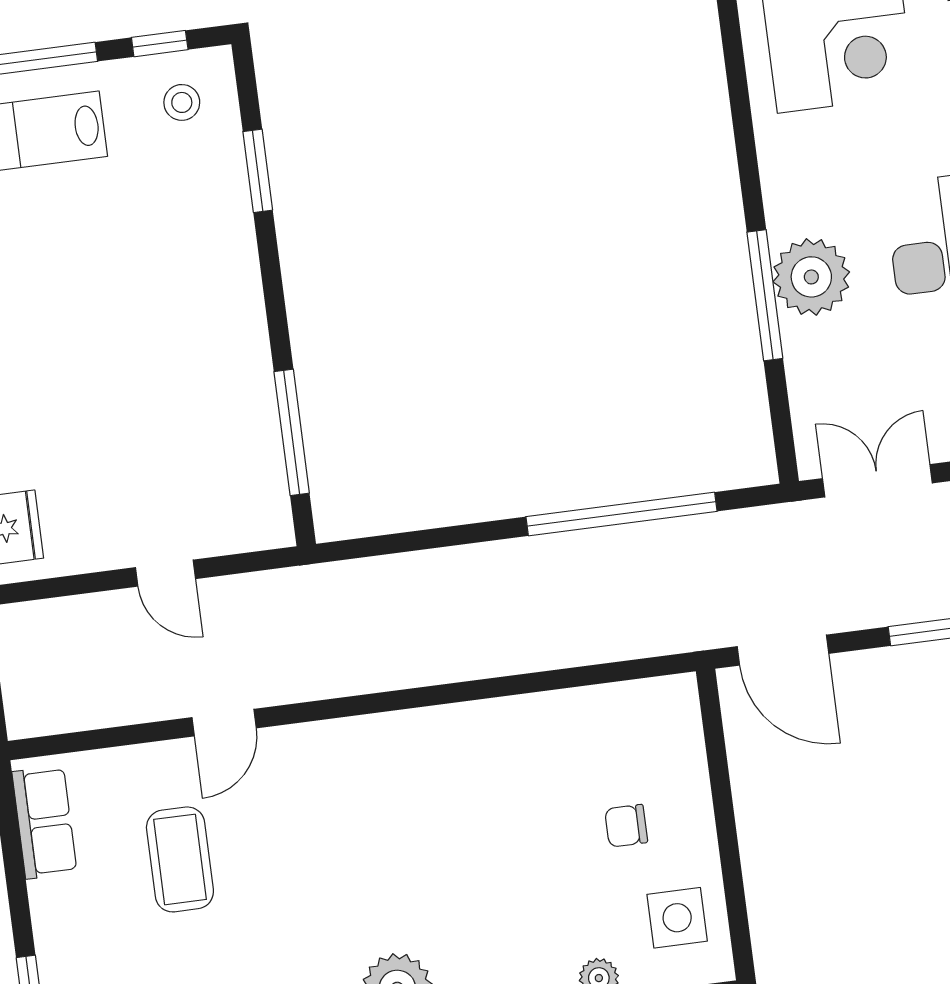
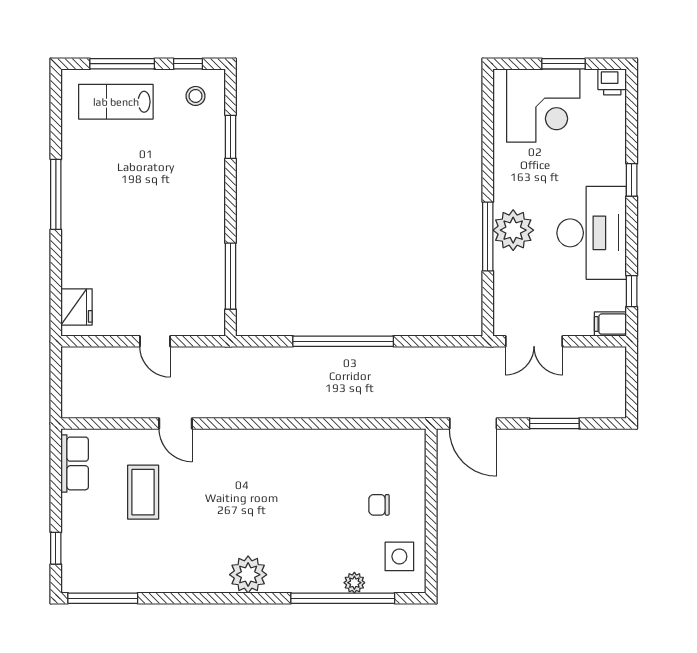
double door: (877, 481) -> (534, 341), swing flipped
window: (621, 514) -> (343, 341), moved
door: (224, 723) -> (176, 424), hinge flipped

